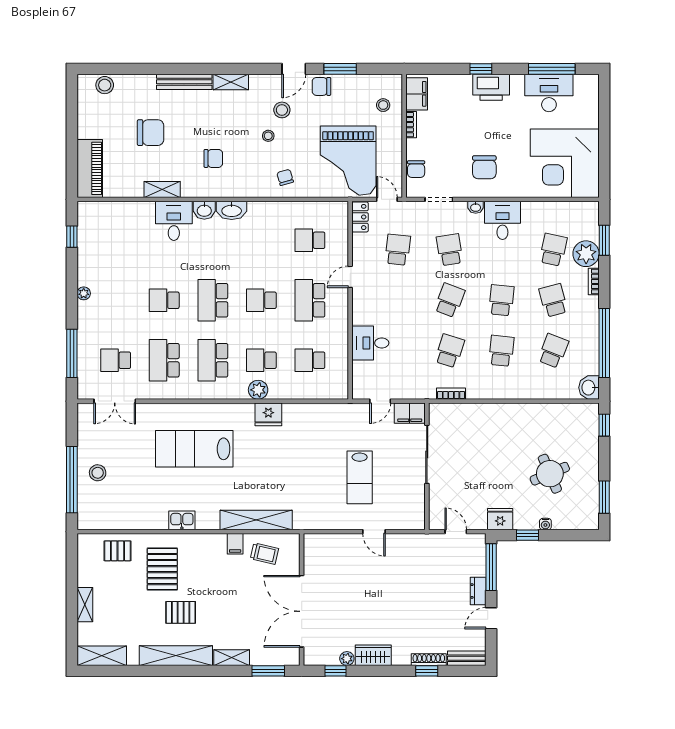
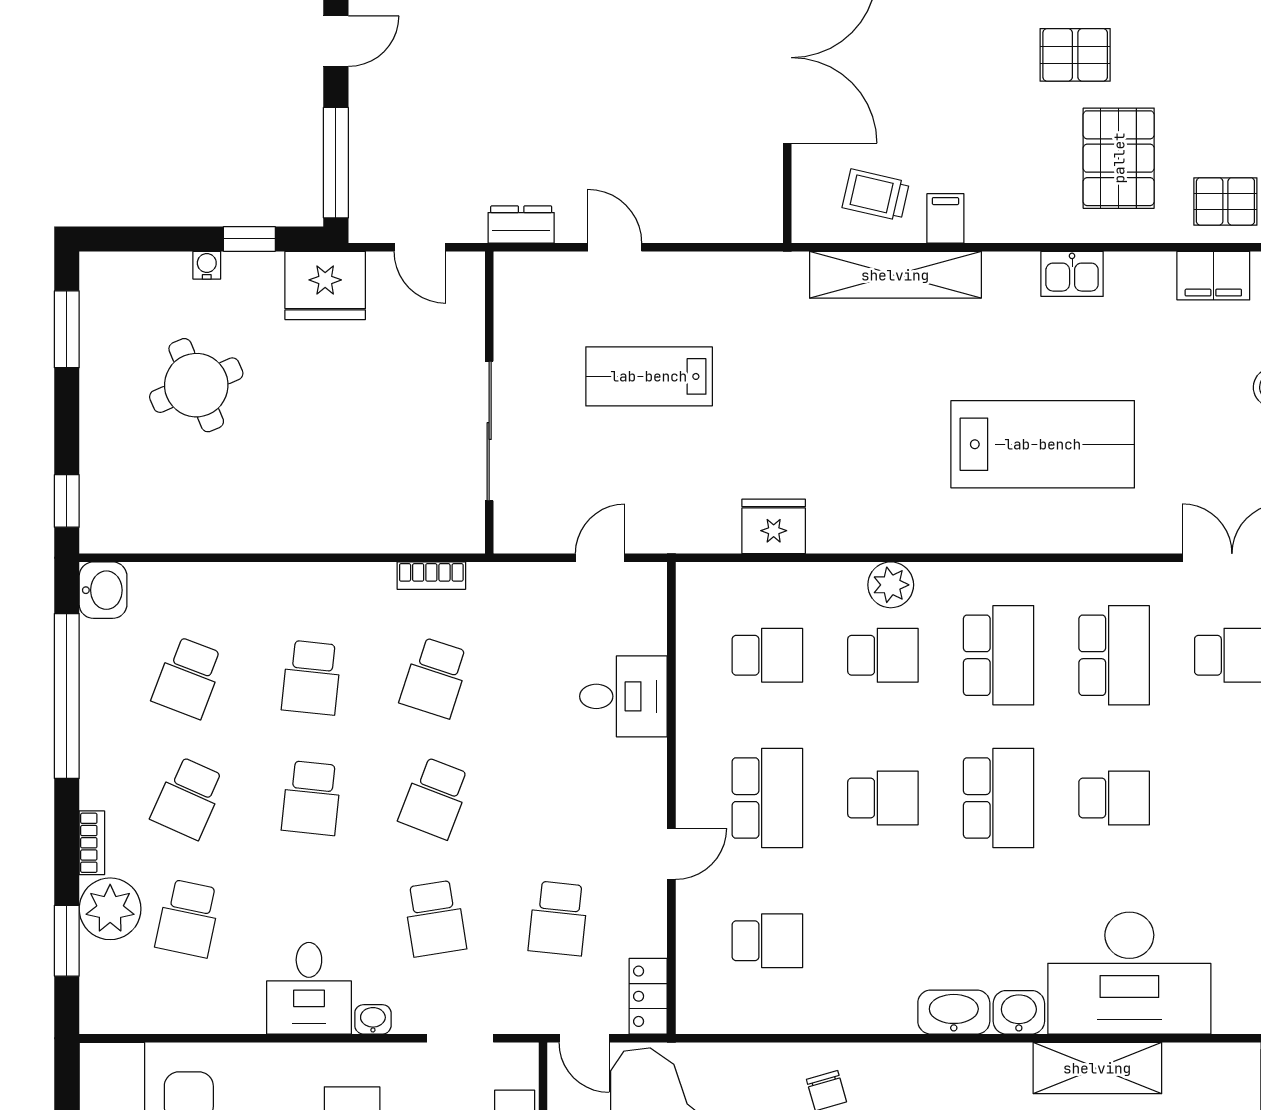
shelving: (162, 190) -> (1097, 1068), width x1.50, depth x1.33
desk: (174, 221) -> (1129, 973), width x1.87, depth x1.30
school desk: (553, 300) -> (188, 798), turned 39
filing cabinet: (410, 413) -> (1213, 276), moved, turned 180
fridge: (268, 414) -> (774, 526), moved
lab bench: (360, 477) -> (649, 376), turned -90
fridge: (500, 519) -> (325, 285), width x1.36, depth x1.34
dresser: (478, 591) -> (521, 224), moved, turned -90

